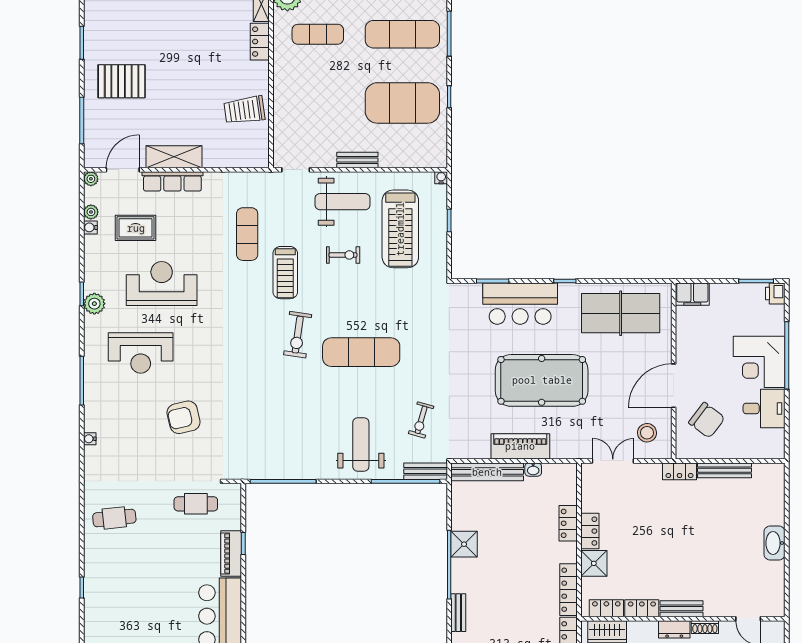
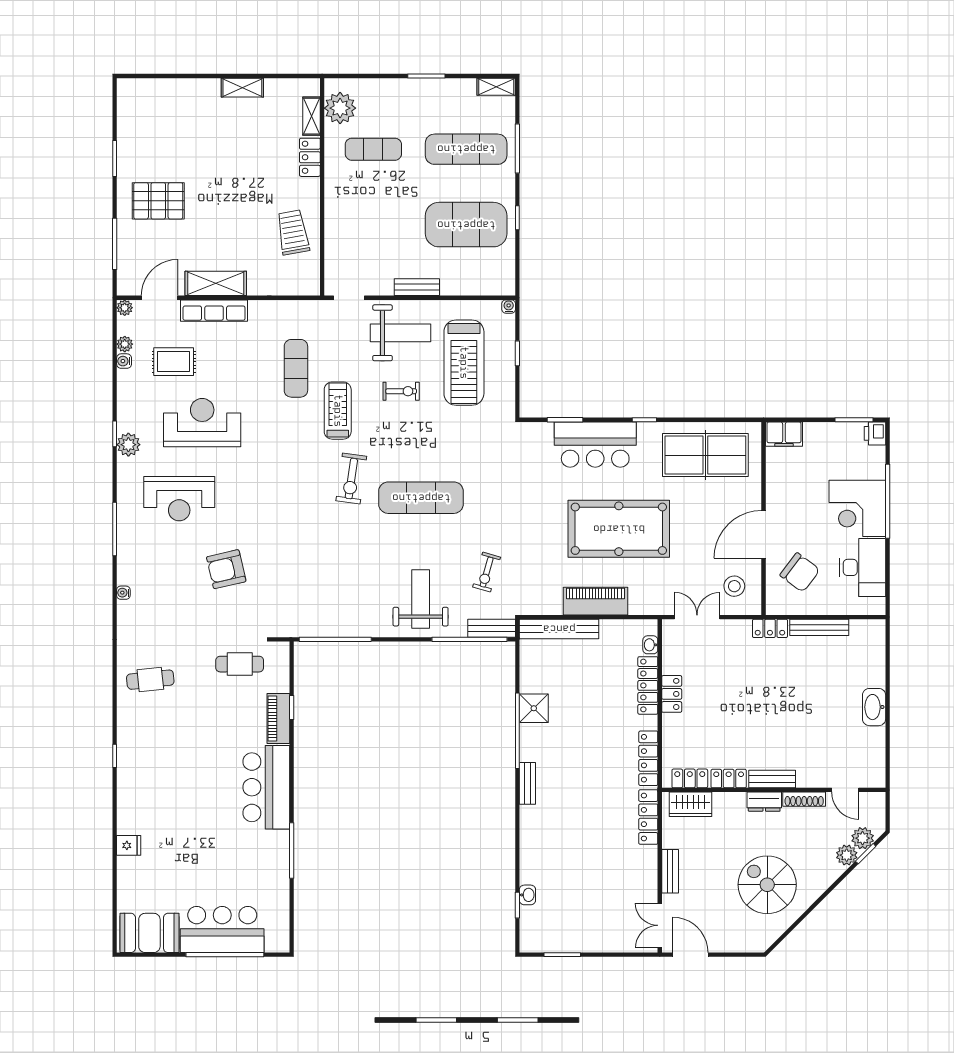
trolley: (244, 110) -> (293, 232), turned 88
treadmill: (285, 273) -> (338, 411), turned 180
desk: (764, 408) -> (863, 567), width x1.37
washbasin: (533, 470) -> (650, 645), moved, turned 90
locker: (568, 523) -> (648, 685), width x1.53
shower: (594, 563) -> (676, 729), removed
shoe rack: (705, 627) -> (804, 799), width x1.43

